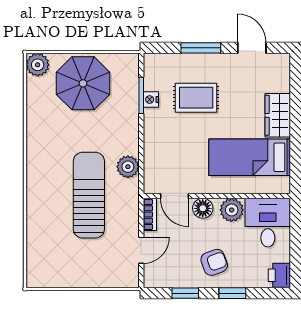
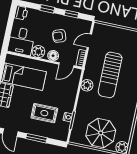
door: (174, 196) -> (66, 65), swing flipped
armchair: (214, 262) -> (59, 36), moved

